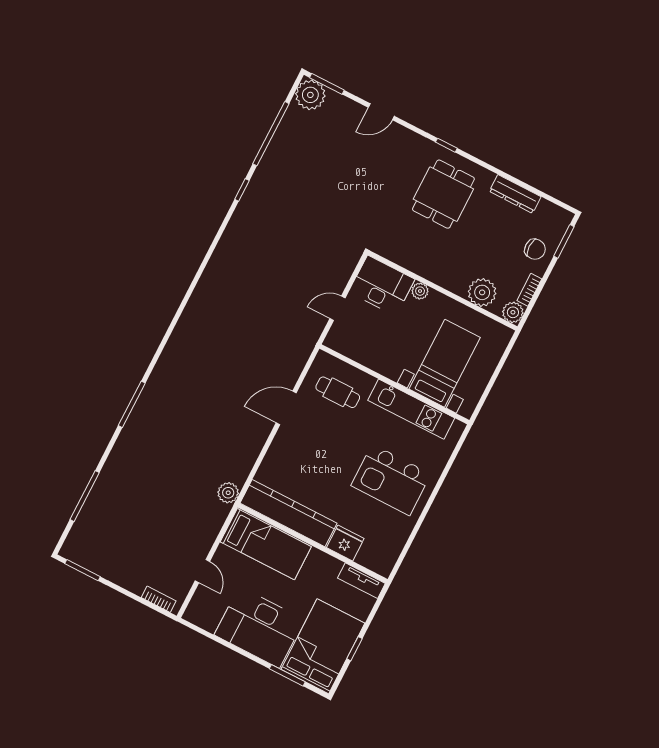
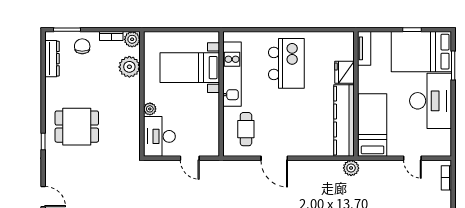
dresser: (515, 194) -> (52, 59), moved
door: (202, 571) -> (412, 158), swing flipped

